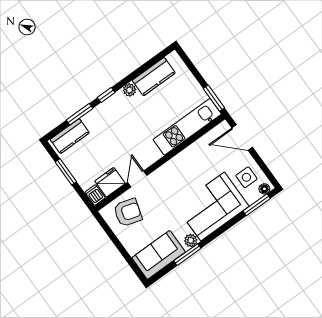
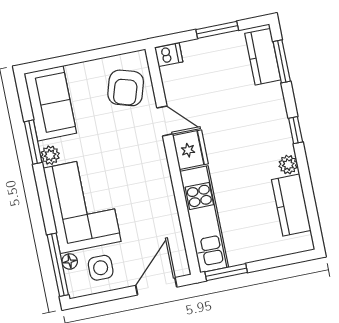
window: (80, 114) -> (282, 61), moved
fridge: (110, 182) -> (190, 150), moved
floor lamp: (264, 189) -> (70, 261), moved
window: (257, 205) -> (58, 265), width x1.44

